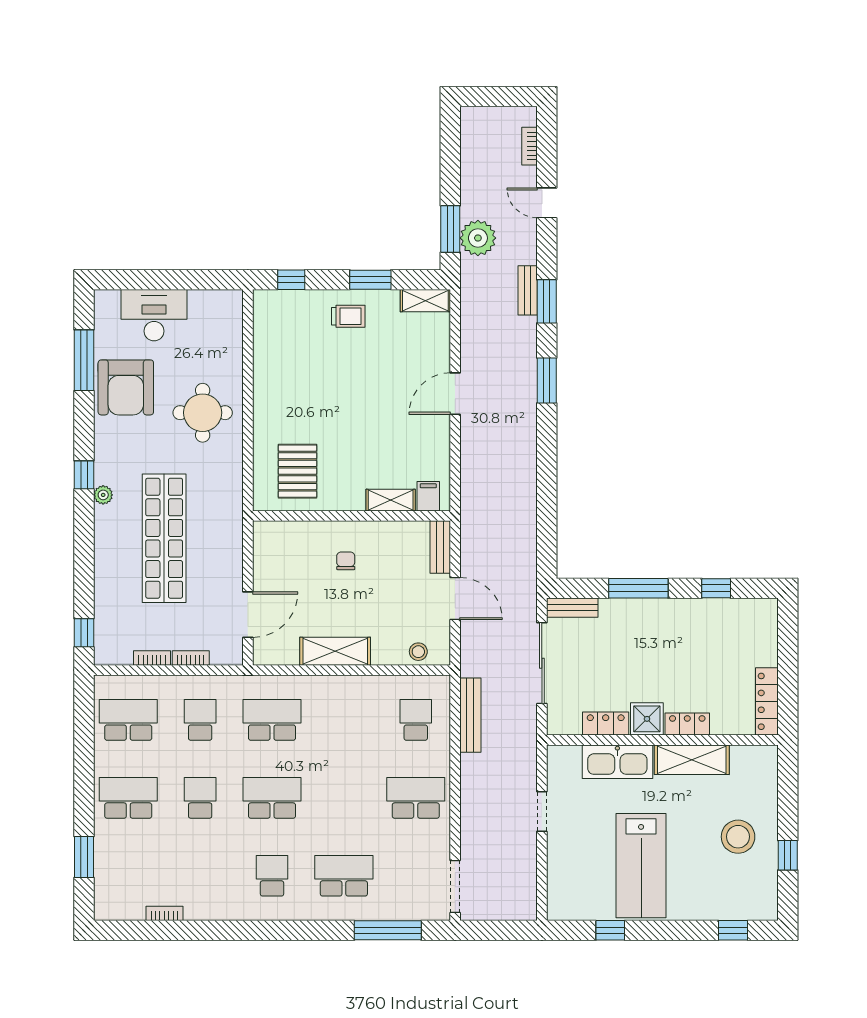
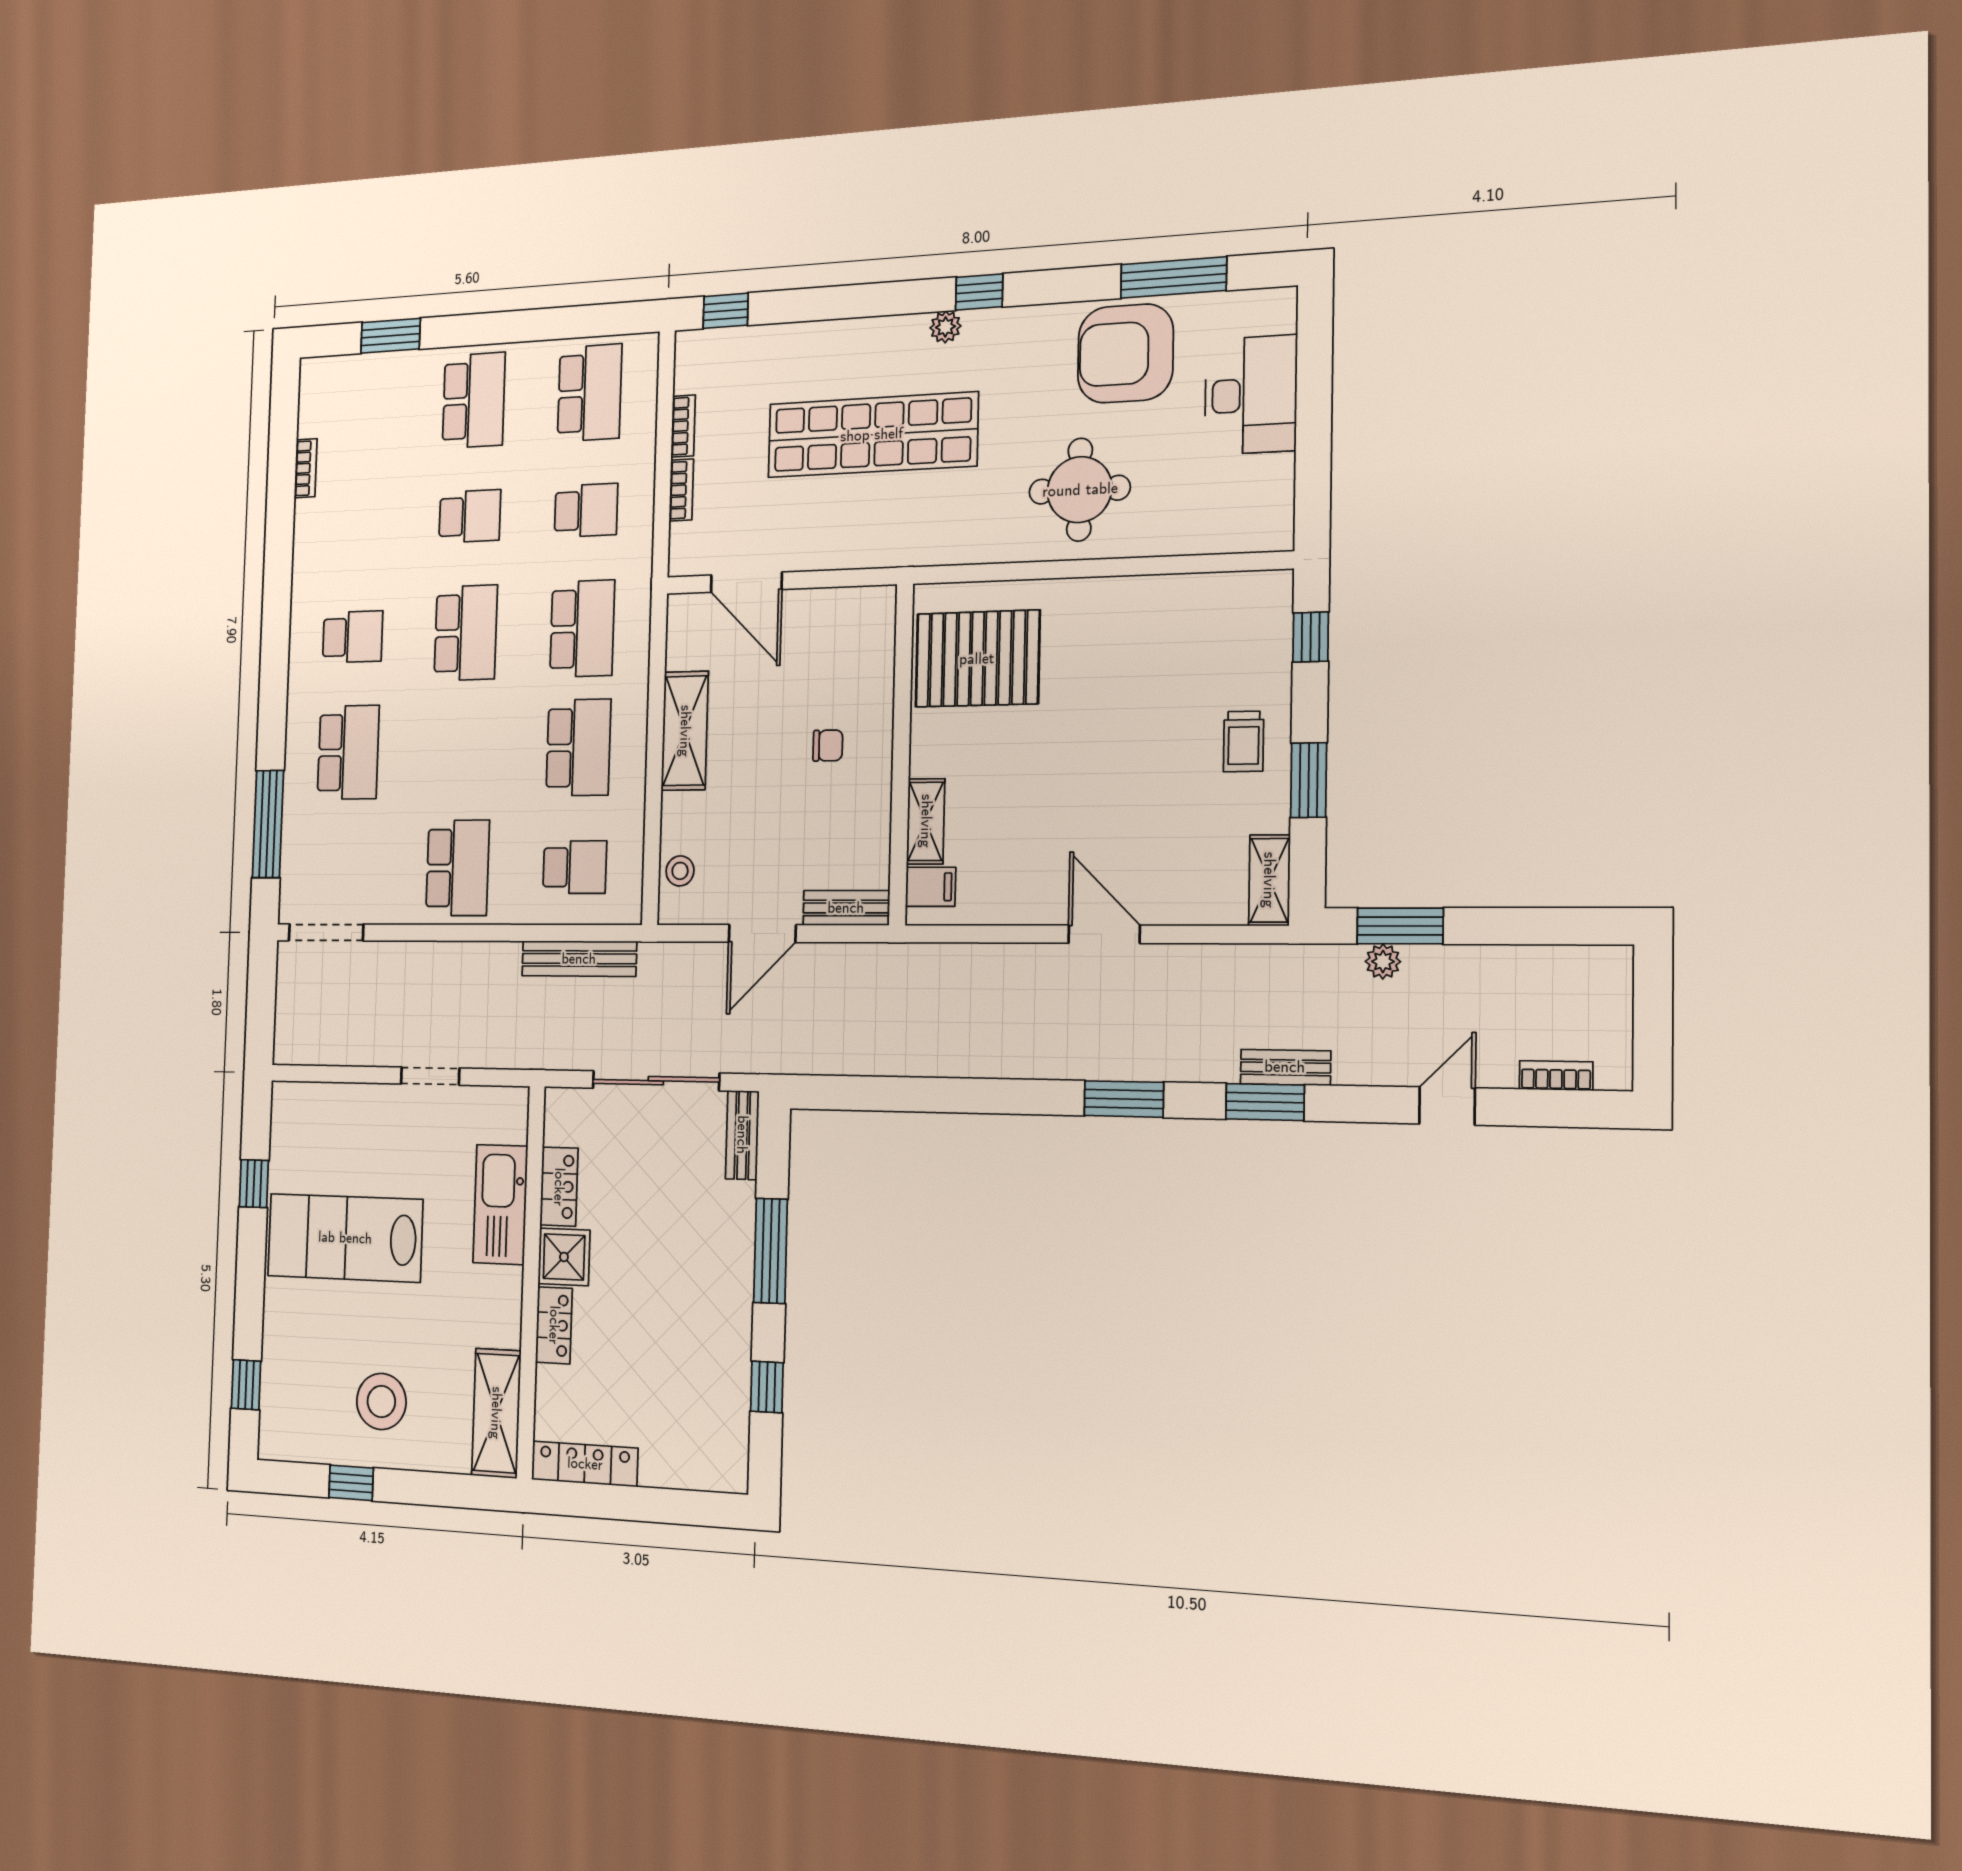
plant: (478, 238) -> (1383, 961), width x0.53, depth x0.53
pallet: (298, 471) -> (977, 659), width x1.37, depth x1.41
school desk: (344, 720) -> (578, 748), added
shelving: (692, 760) -> (496, 1413), moved

